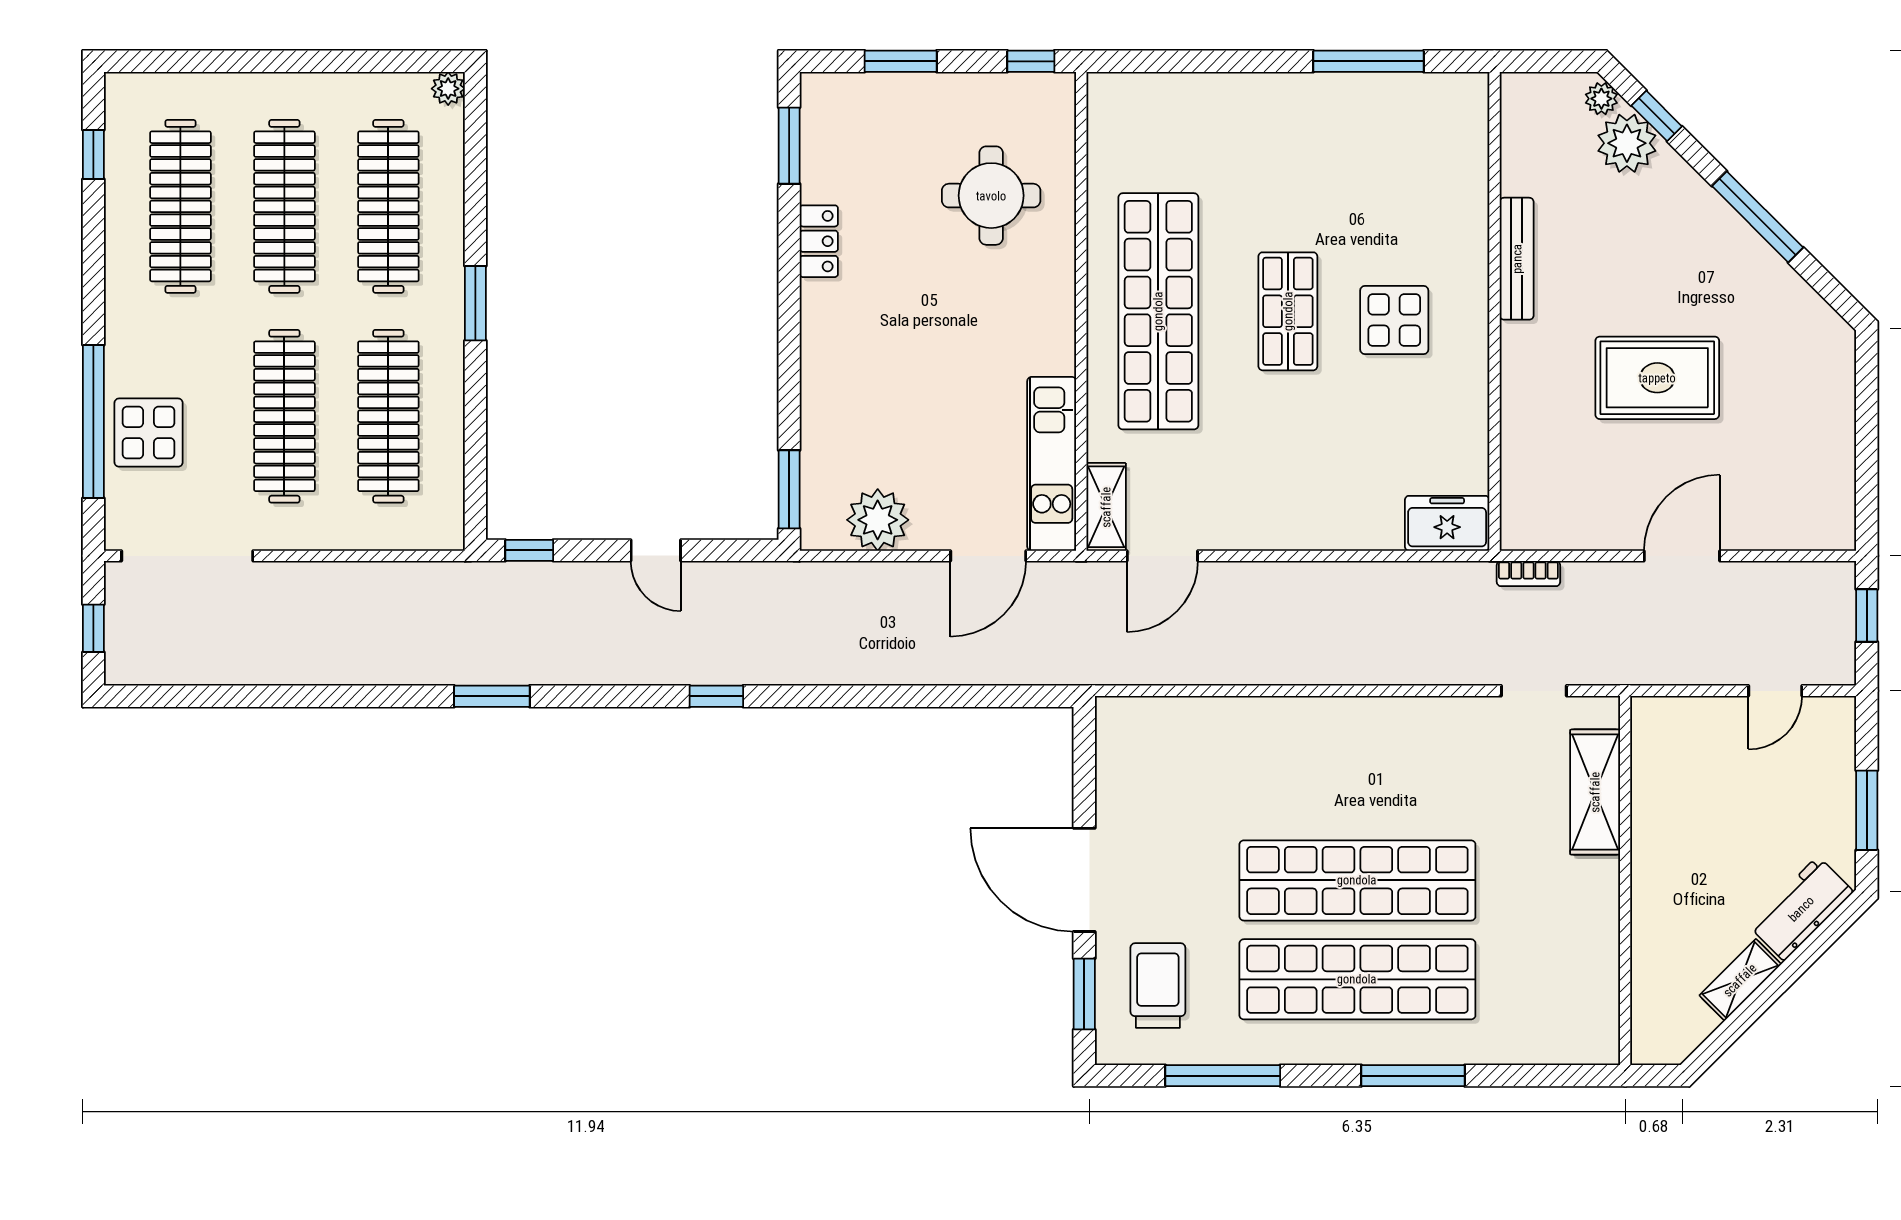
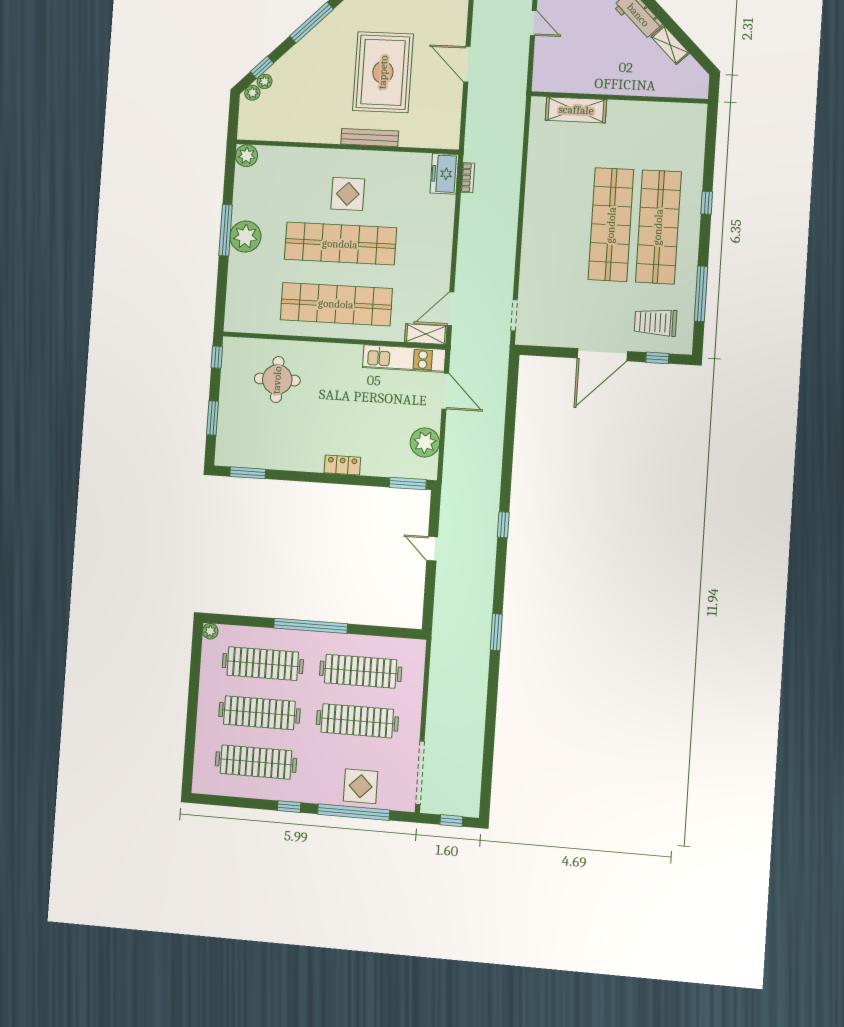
window: (1368, 61) -> (226, 230), moved
plant: (1466, 96) -> (247, 156), added
plant: (1292, 105) -> (245, 237), added
plant: (1627, 143) -> (265, 81), width x0.53, depth x0.53
window: (93, 154) -> (289, 807), moved
locker: (819, 241) -> (342, 465), moved
bench: (1517, 259) -> (370, 138), moved
window: (475, 303) -> (311, 626), width x2.11
shop shelf: (1288, 311) -> (340, 244), width x2.00, depth x1.36
rug: (1657, 378) -> (383, 72), width x1.37, depth x1.44
window: (529, 550) -> (428, 609), removed
door: (656, 550) -> (432, 549), swing flipped
door: (1162, 556) -> (451, 309), swing flipped
bookcase: (1528, 574) -> (468, 178), moved
doorway: (1534, 691) -> (514, 315), moved
window: (1084, 994) -> (657, 358), width x0.67
window: (1413, 1076) -> (707, 203), width x0.46

